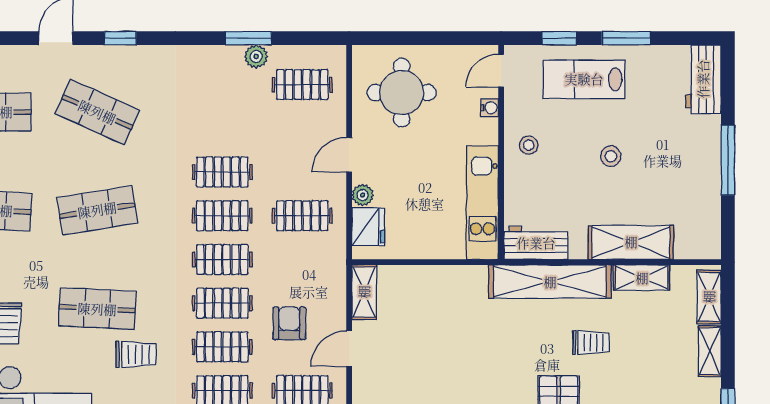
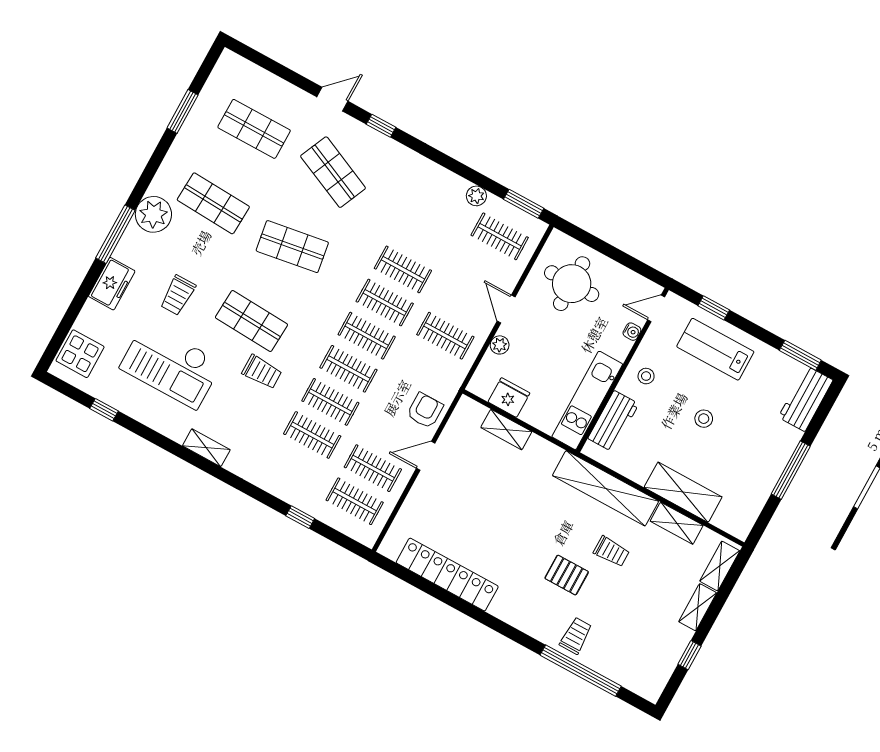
window: (248, 38) -> (524, 204), moved
window: (626, 38) -> (800, 355), moved
door: (349, 155) -> (506, 309), hinge flipped
fridge: (368, 227) -> (509, 398), moved, turned -90
workbench: (536, 243) -> (613, 421), moved, turned 90
shelving: (364, 292) -> (506, 430), moved, turned 90
armchair: (289, 323) -> (425, 411), moved

